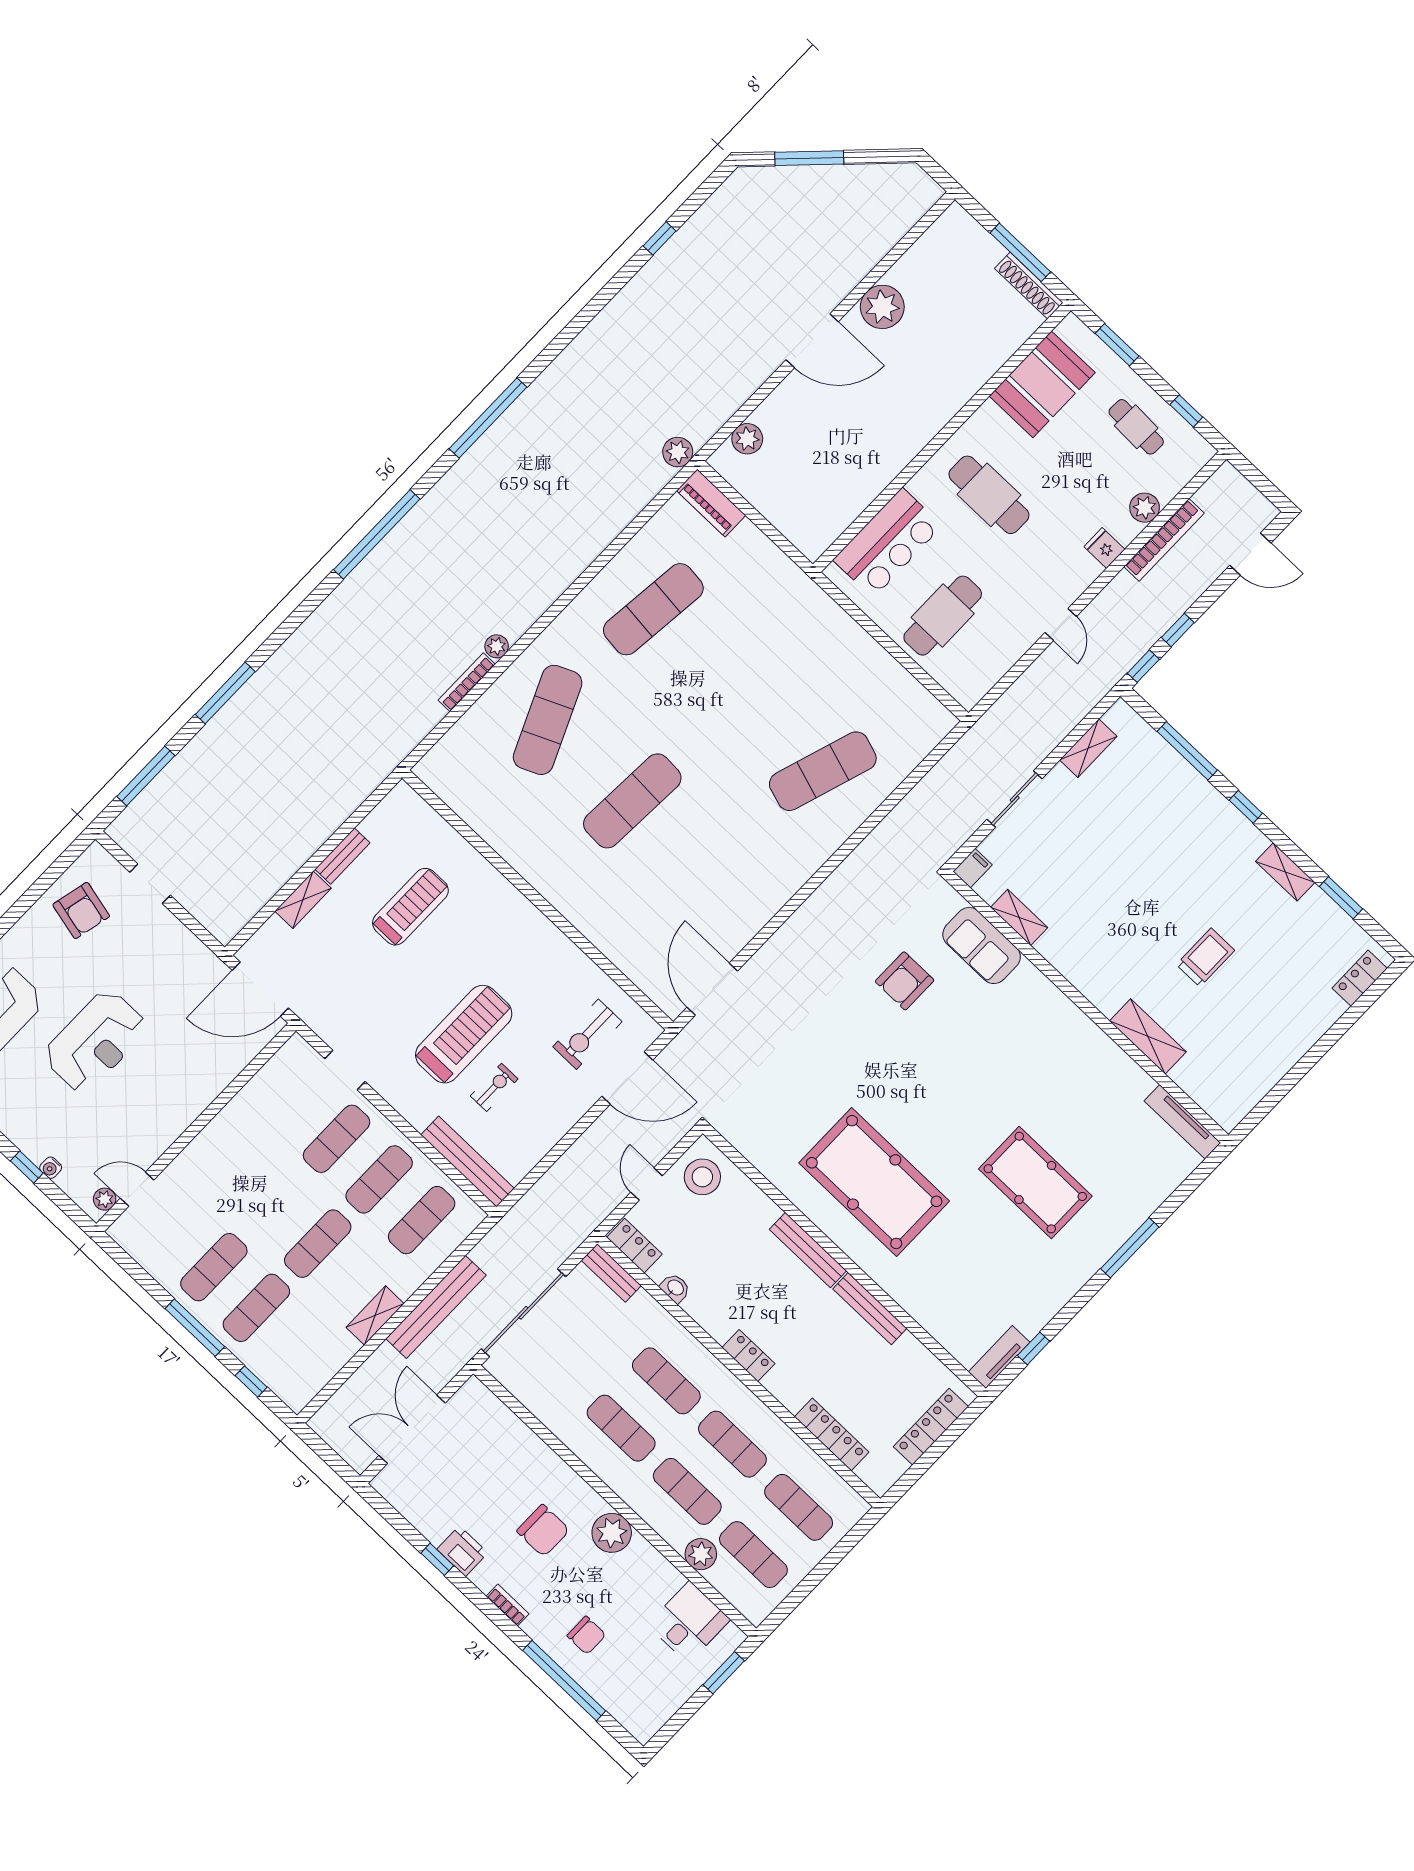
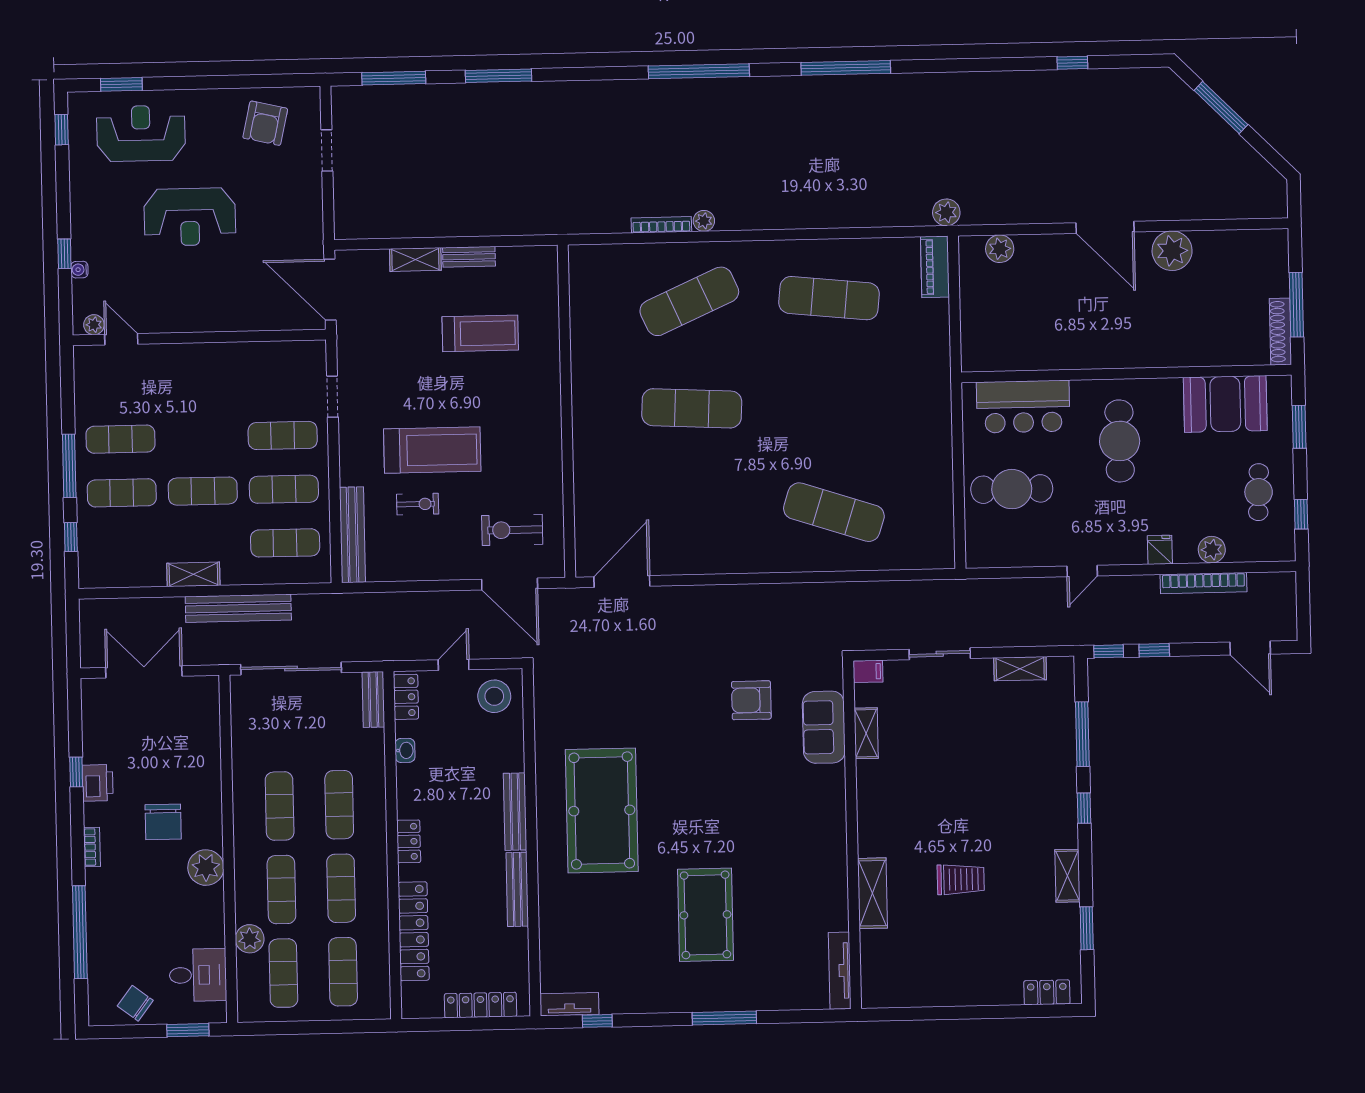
locker: (832, 1434) -> (414, 931), width x1.41, depth x1.21
chair: (586, 1635) -> (135, 1003), moved, turned 127

